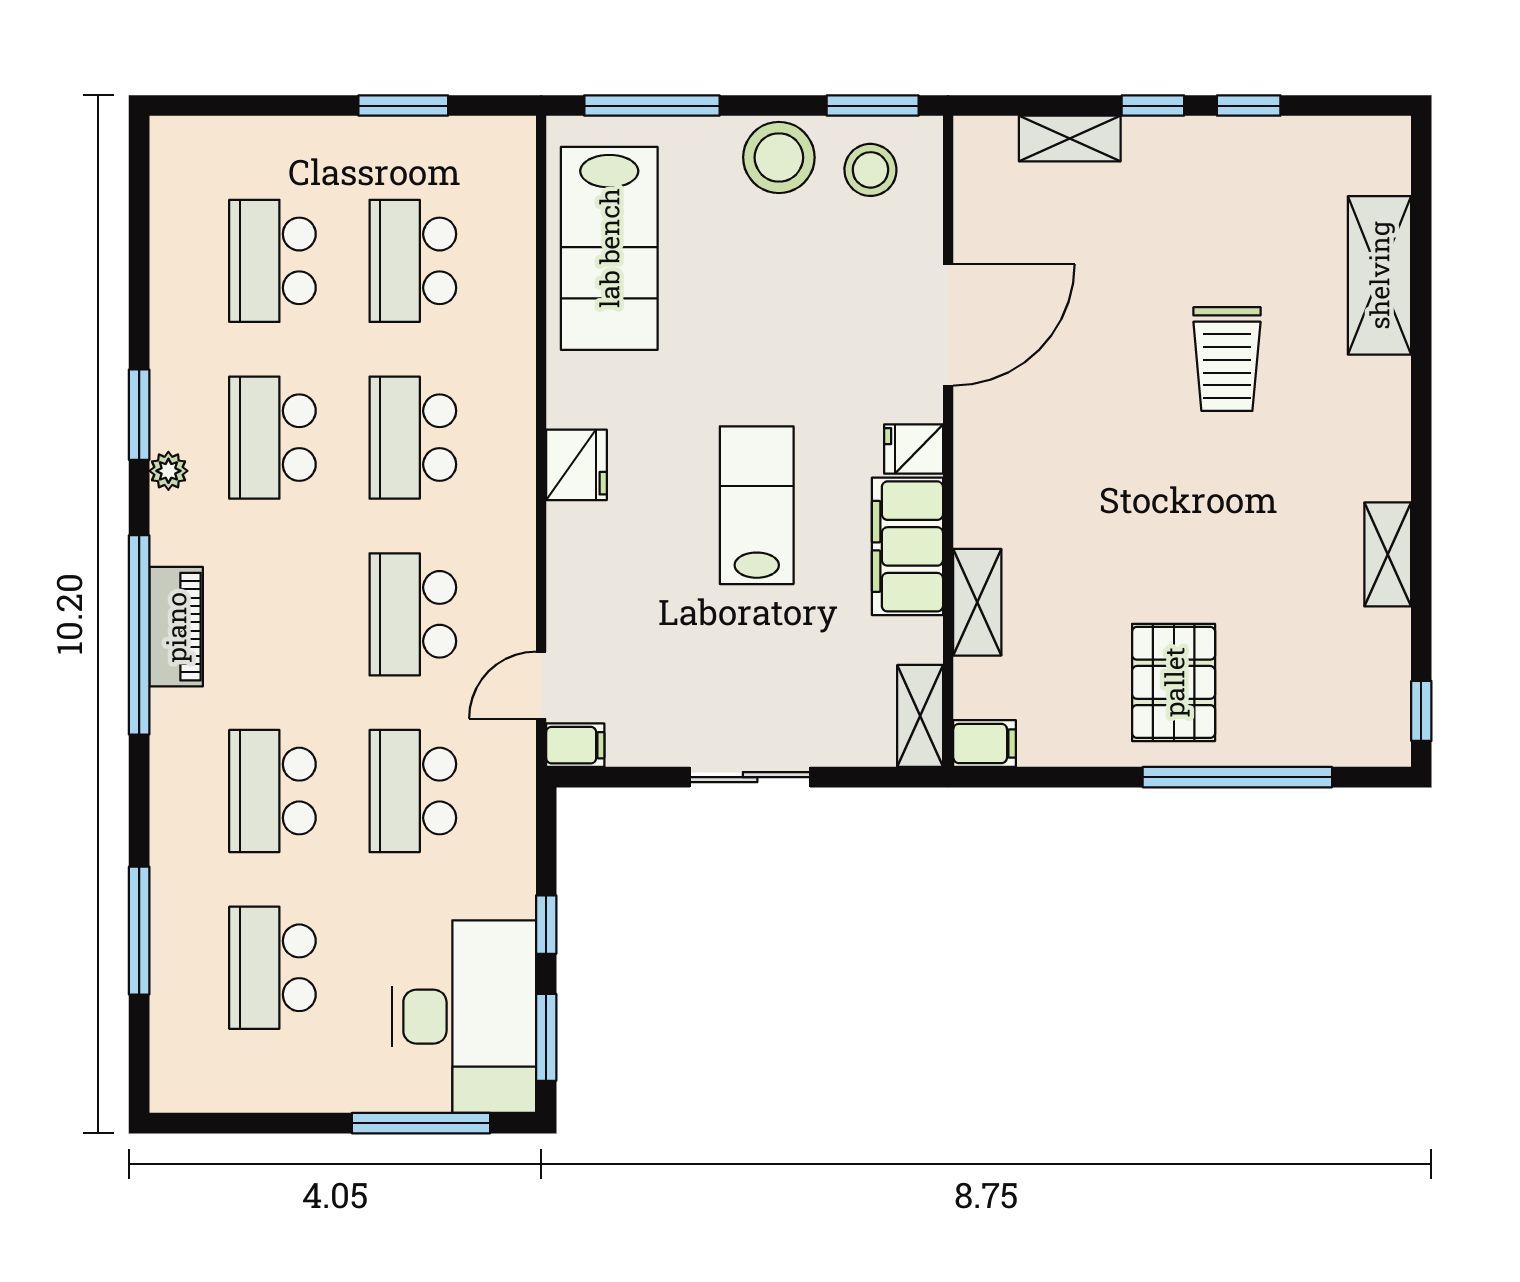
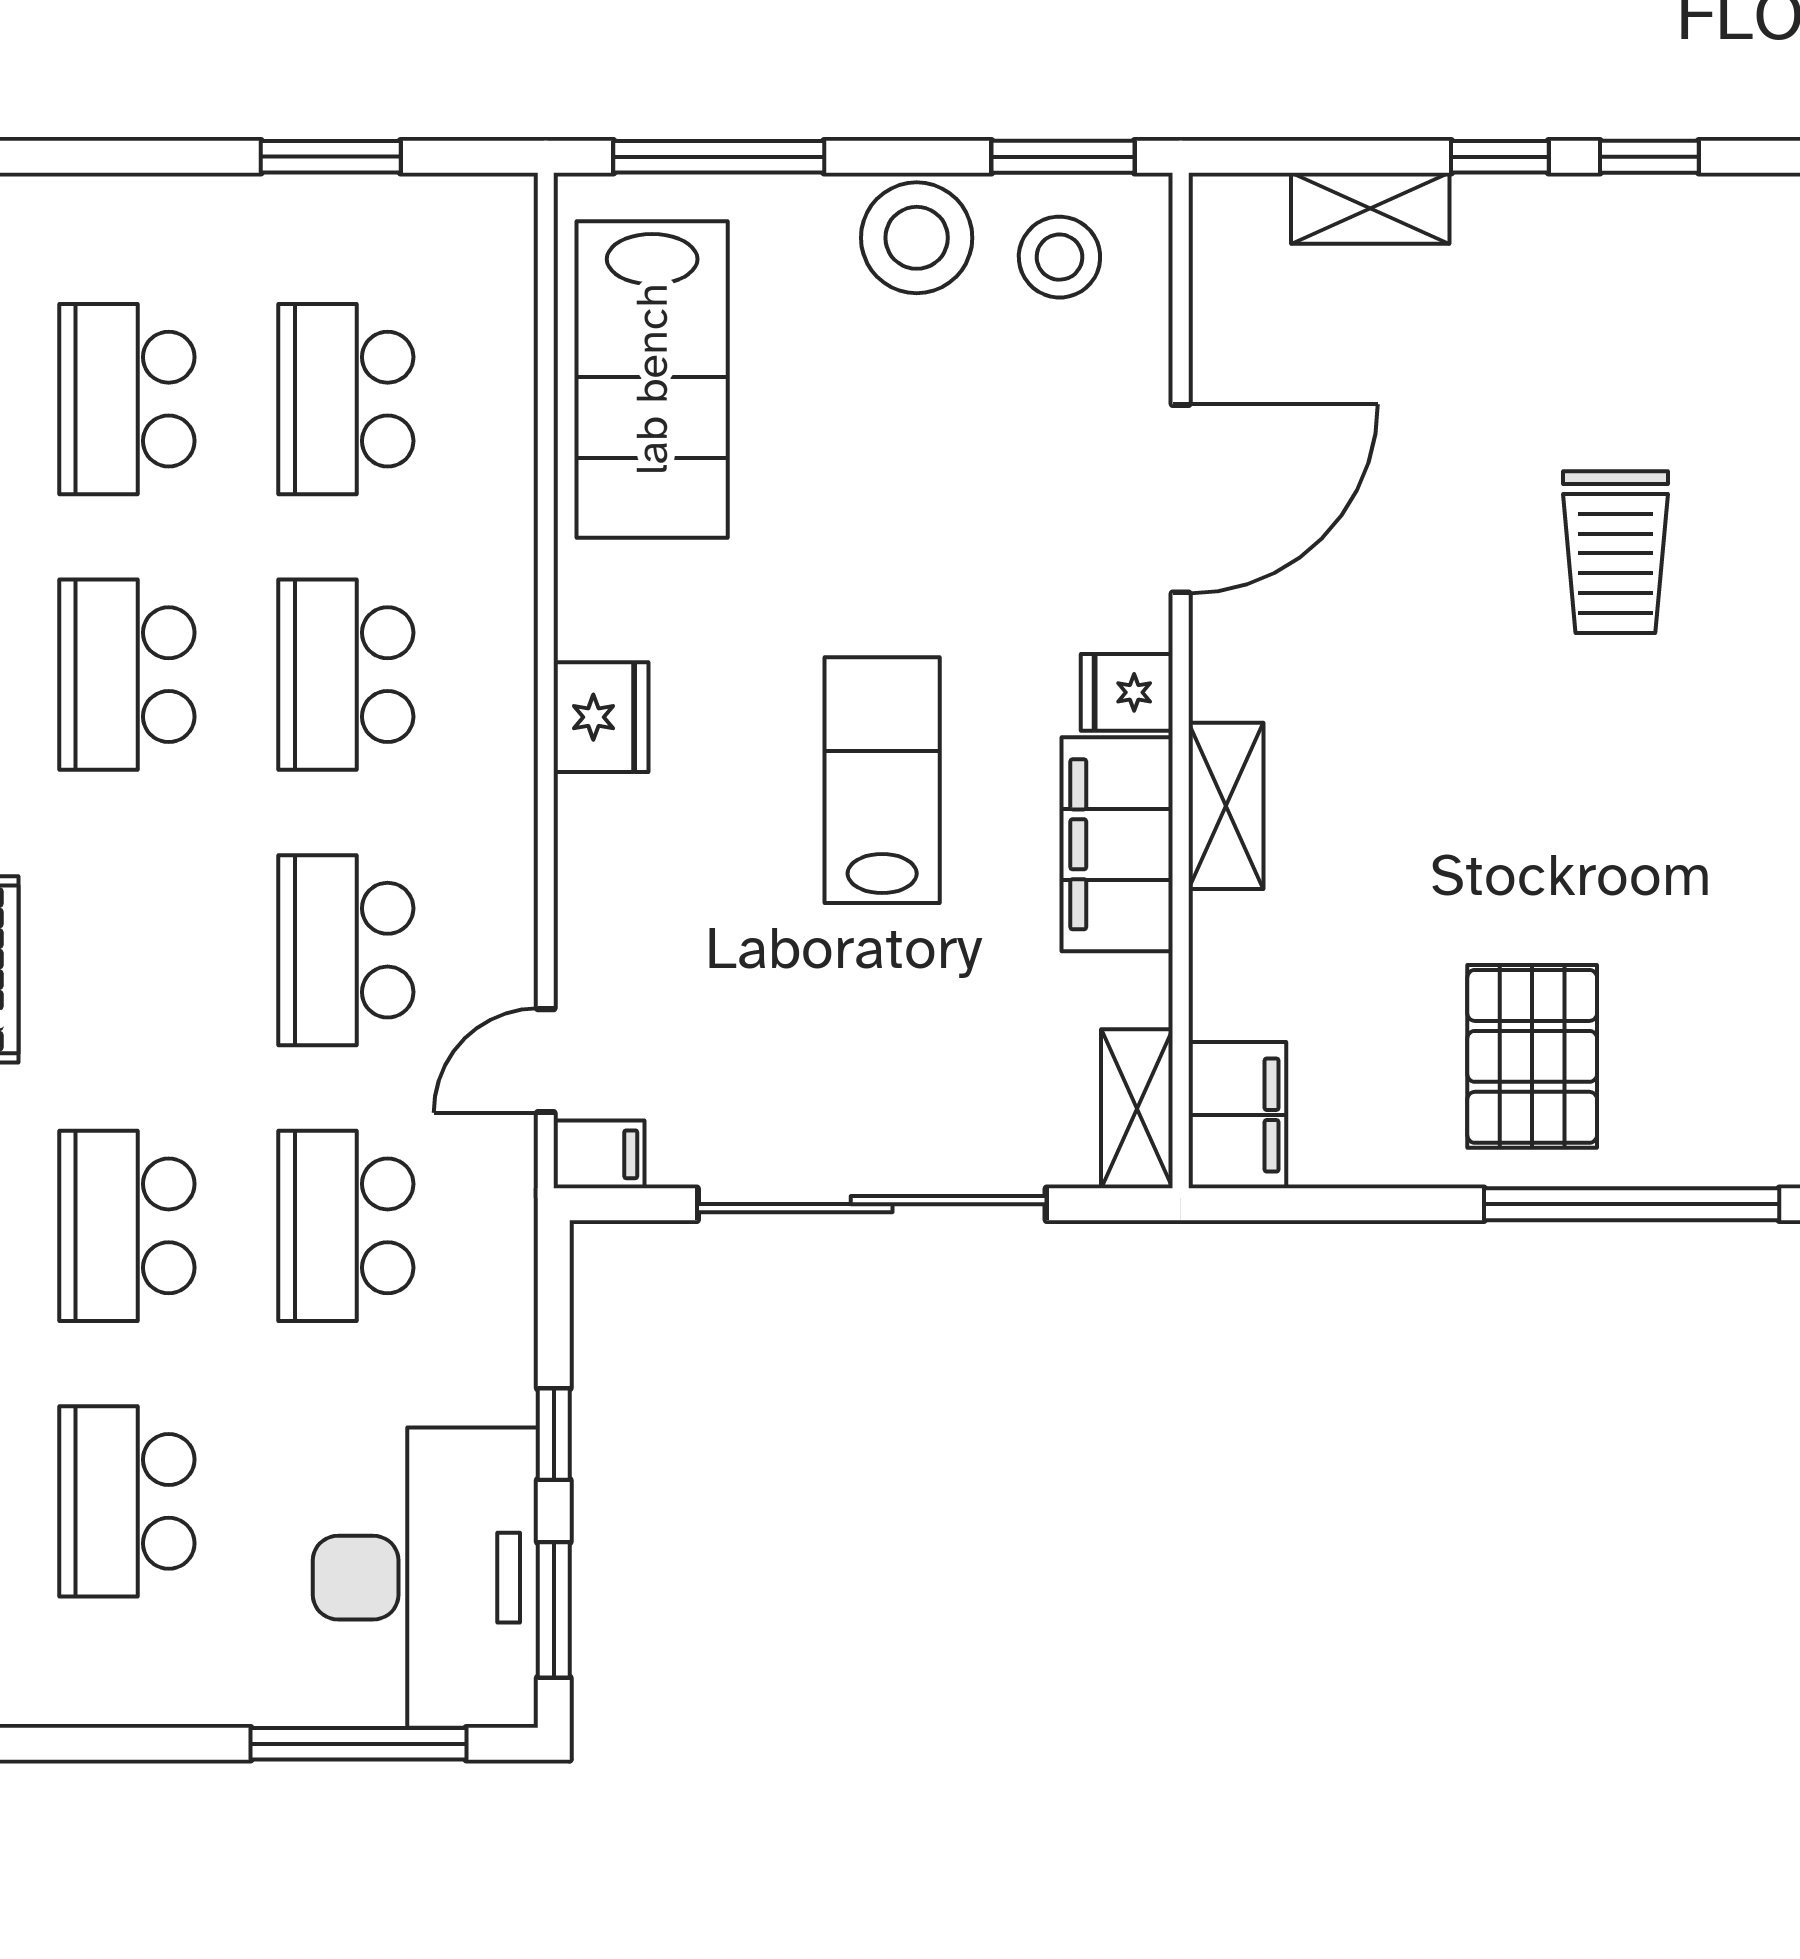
shelving: (977, 602) -> (1226, 806), moved
filing cabinet: (985, 743) -> (1237, 1115), width x2.00
sliding door: (750, 777) -> (872, 1204), width x1.86

